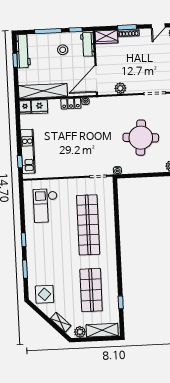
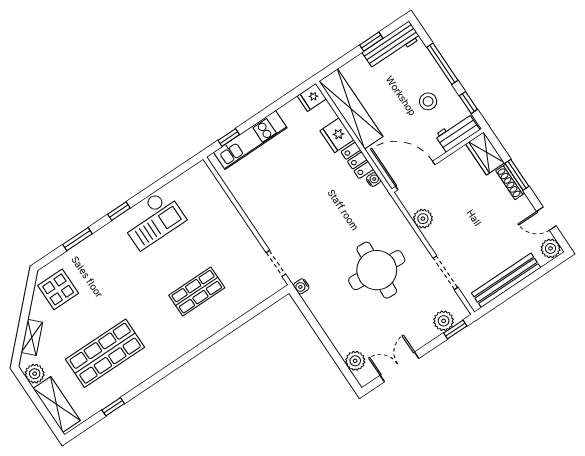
fridge: (39, 107) -> (337, 135), moved
round table: (141, 138) -> (377, 270), moved
checkout: (46, 206) -> (153, 219), moved, turned 180
shop shelf: (88, 225) -> (197, 292), width x0.50, depth x0.74

